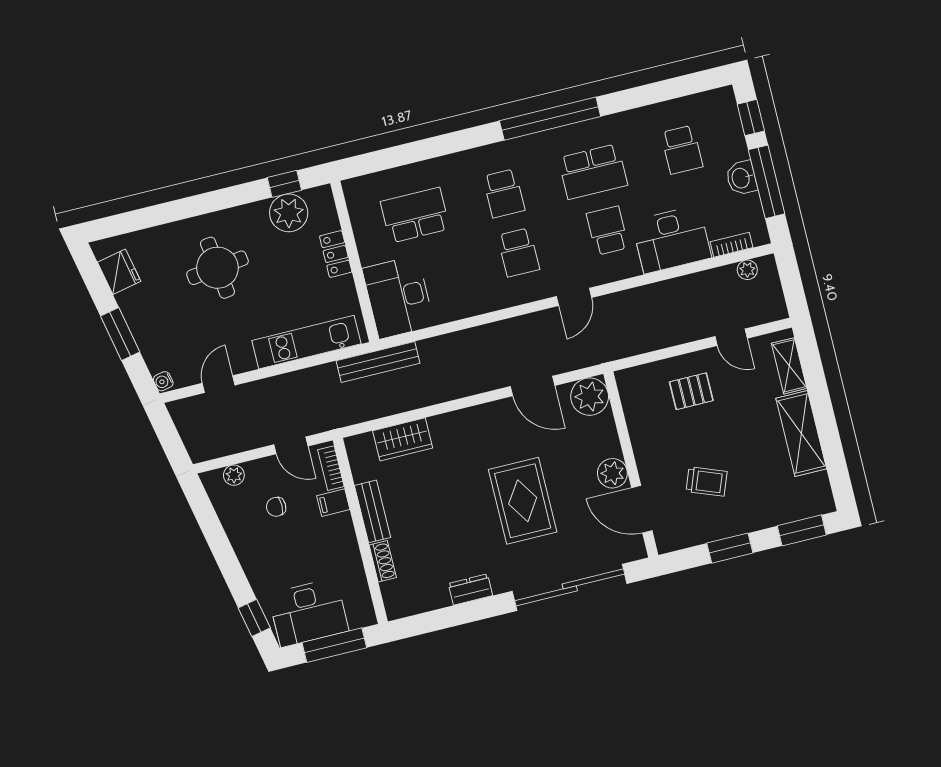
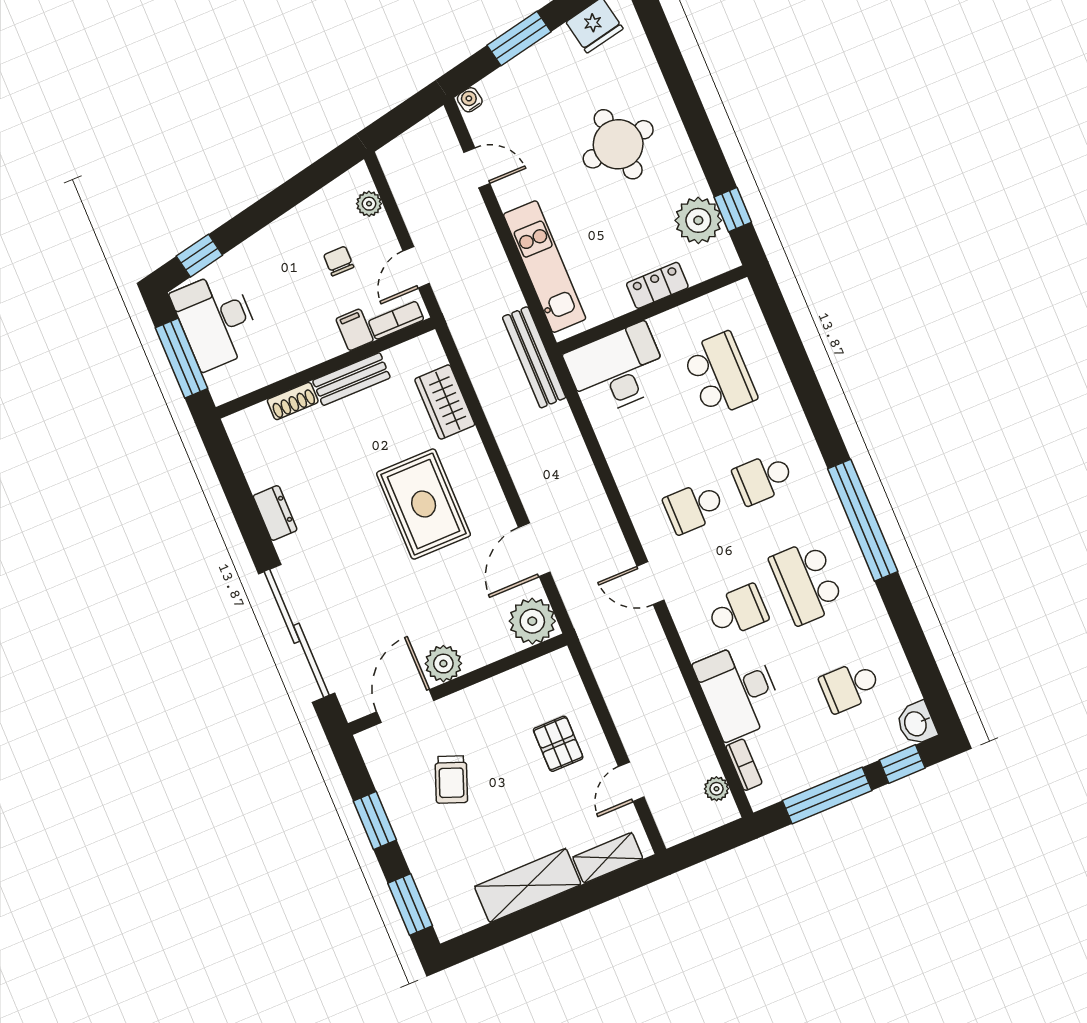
washbasin: (741, 178) -> (916, 723), moved, turned -90
rug: (523, 501) -> (424, 504), moved, turned 90

